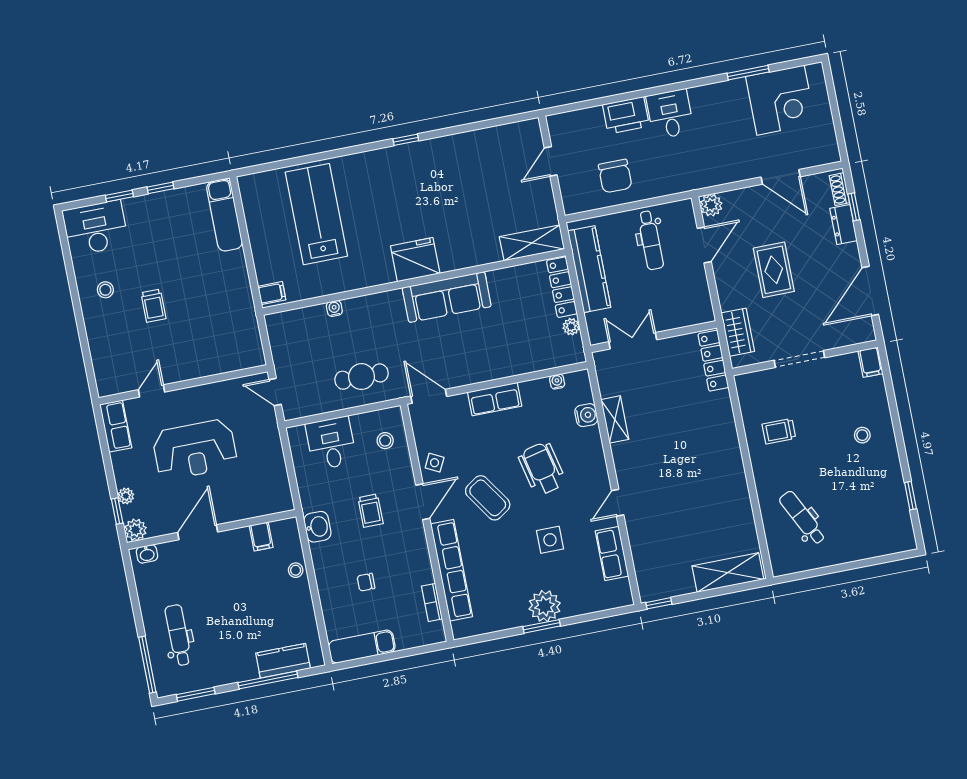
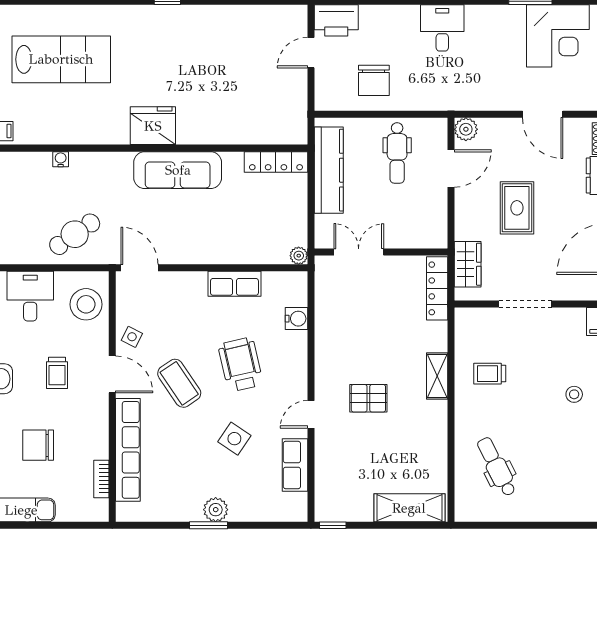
printer: (626, 115) -> (336, 20), moved
lab bench: (316, 214) -> (61, 59), turned 90
shelving: (532, 243) -> (275, 132), removed
locker: (562, 287) -> (276, 162), moved, turned -90
plant: (571, 327) -> (299, 256), moved
cafe table: (361, 377) -> (75, 234), turned -35
water cooler: (557, 382) -> (273, 278), removed
row of seats: (495, 399) -> (234, 284), moved
shelving: (615, 419) -> (437, 376), moved
stool: (385, 441) -> (86, 304), width x1.89, depth x1.89
pallet: (669, 477) -> (368, 398), added
door: (423, 502) -> (112, 374), hinge flipped
side table: (550, 540) -> (234, 439), turned 34
chair: (366, 582) -> (38, 445), width x1.87, depth x1.87
plant: (545, 606) -> (216, 510), width x0.73, depth x0.73

